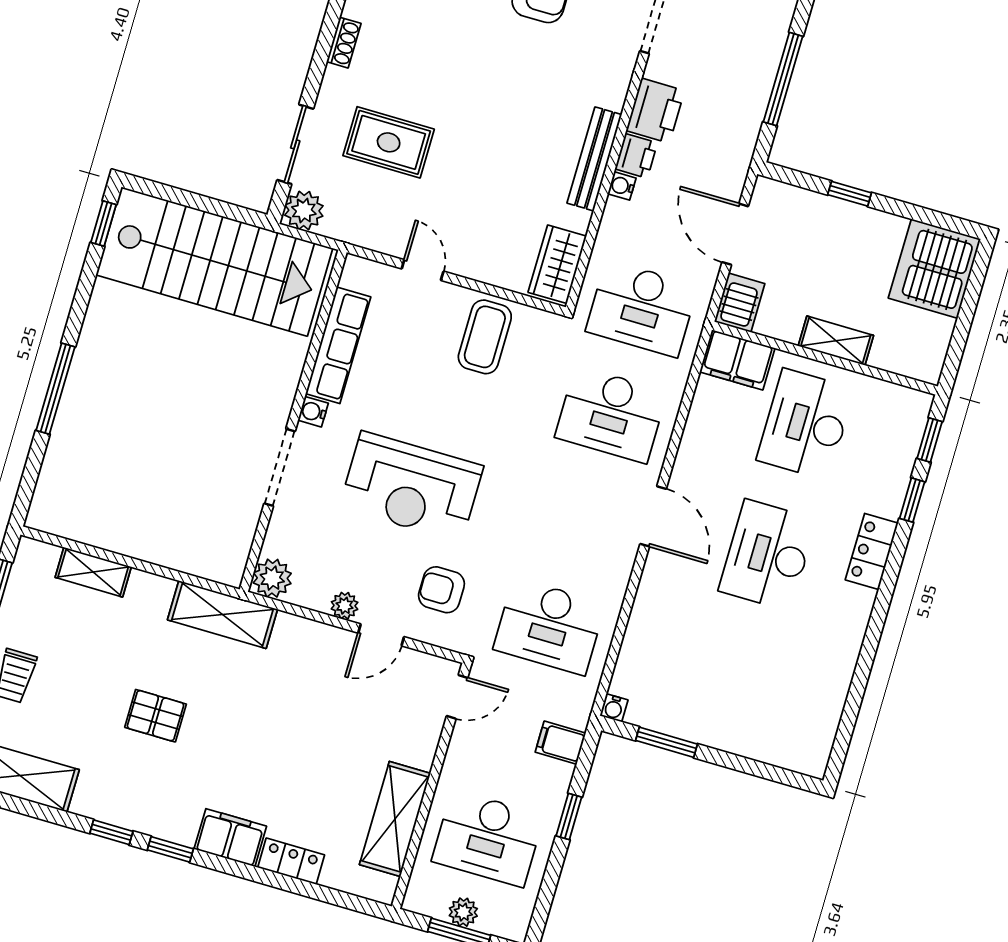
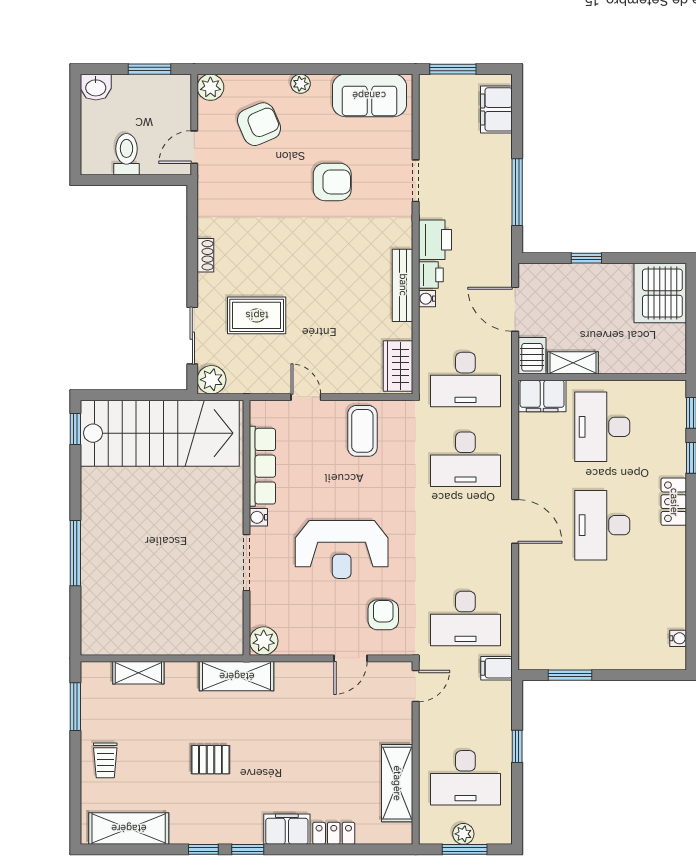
shelving: (836, 341) -> (573, 363), moved
armchair: (441, 590) -> (383, 615), turned 90
plant: (345, 606) -> (319, 645), removed
water cooler: (614, 708) -> (678, 638), moved, turned -90
filing cabinet: (560, 743) -> (497, 668), moved

